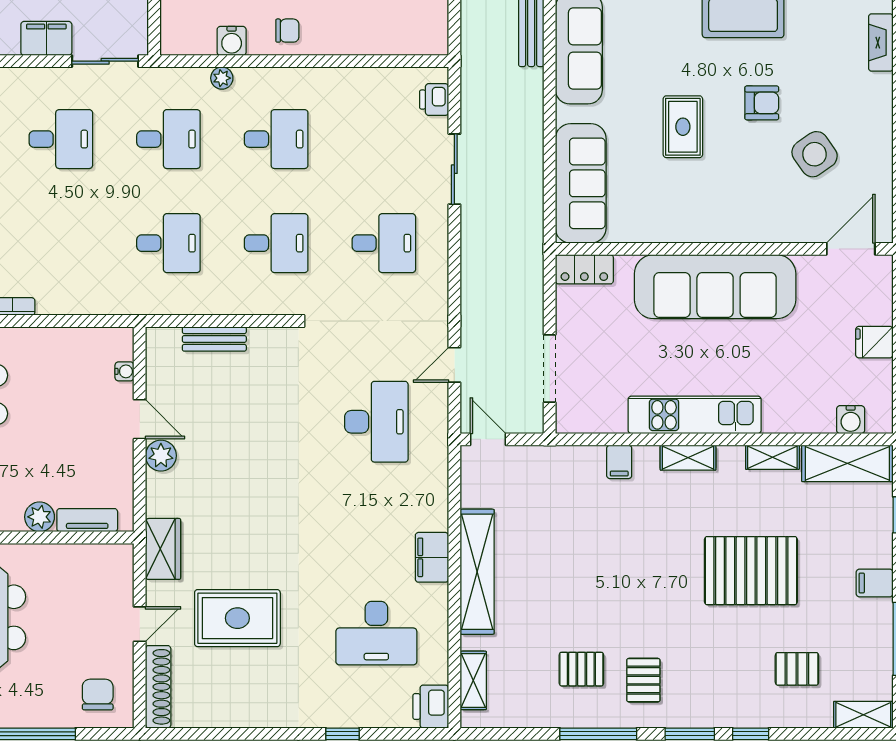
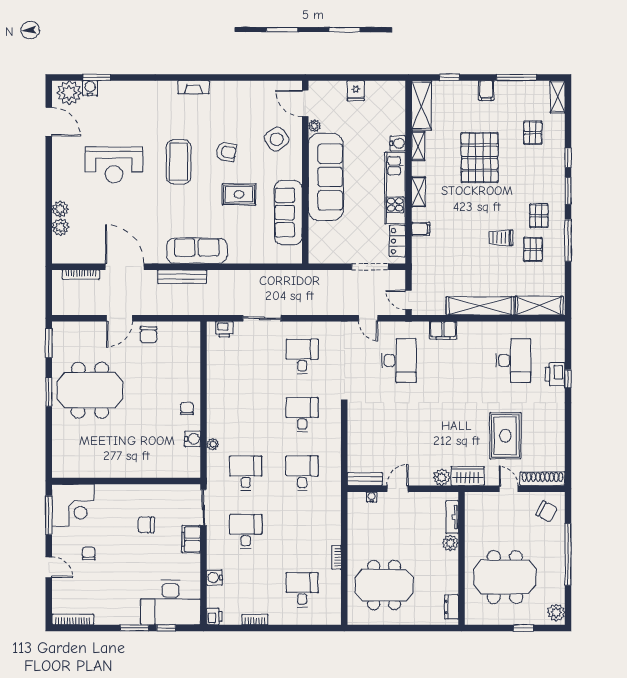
armchair: (762, 103) -> (226, 152), turned 100
desk: (276, 139) -> (246, 415), removed
side table: (815, 154) -> (277, 139), moved
sofa: (581, 183) -> (288, 213), moved, turned -90
plant: (809, 266) -> (314, 126), added
locker: (584, 269) -> (397, 241), moved, turned 180
bench: (214, 339) -> (365, 479), moved, turned 90
water cooler: (851, 420) -> (398, 143), moved
desk: (376, 422) -> (399, 360), turned 90
door: (488, 439) -> (408, 300), hinge flipped
plant: (161, 456) -> (442, 477), moved
filing cabinet: (432, 557) -> (443, 330), moved
trolley: (603, 610) -> (501, 238), added
shelving: (473, 680) -> (539, 306), width x1.50, depth x1.33
pallet: (643, 680) -> (539, 216), turned 90
chair: (98, 695) -> (547, 511), turned -152
printer: (431, 707) -> (555, 374), moved, turned 90

